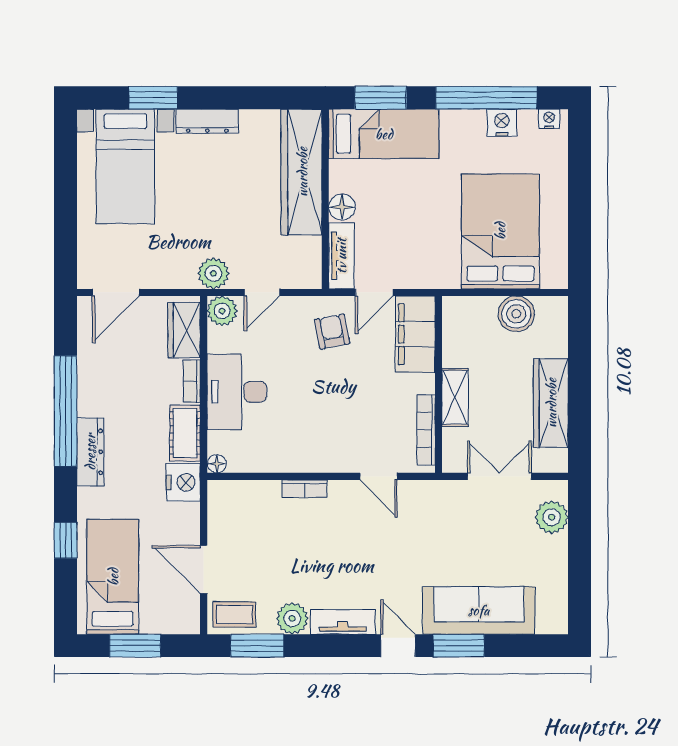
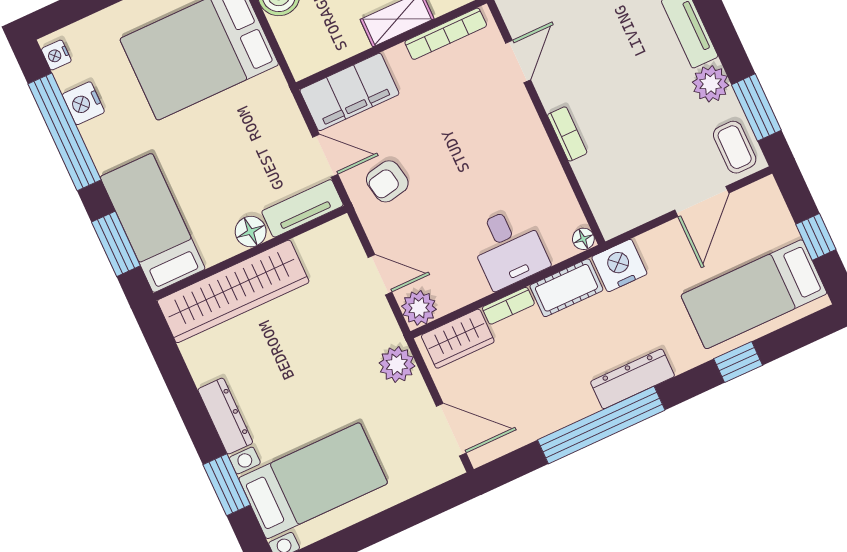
plant: (213, 273) -> (397, 364), moved
desk: (237, 392) -> (508, 248), width x0.73
window: (135, 646) -> (816, 237), width x0.67

